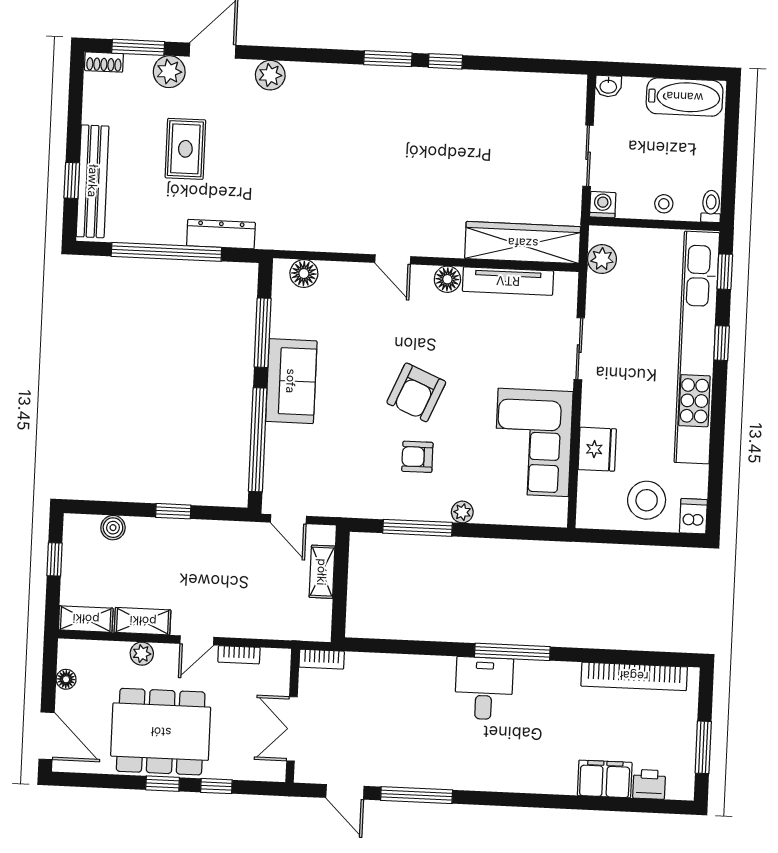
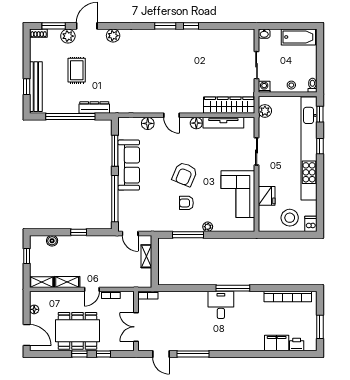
floor lamp: (304, 273) -> (148, 123), moved
sofa: (291, 381) -> (129, 165), width x1.36
plant: (142, 654) -> (67, 296), removed

